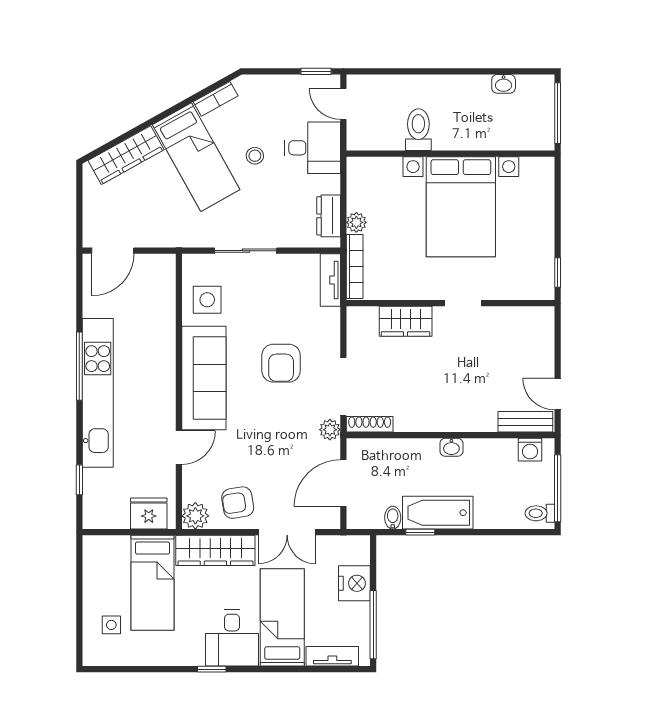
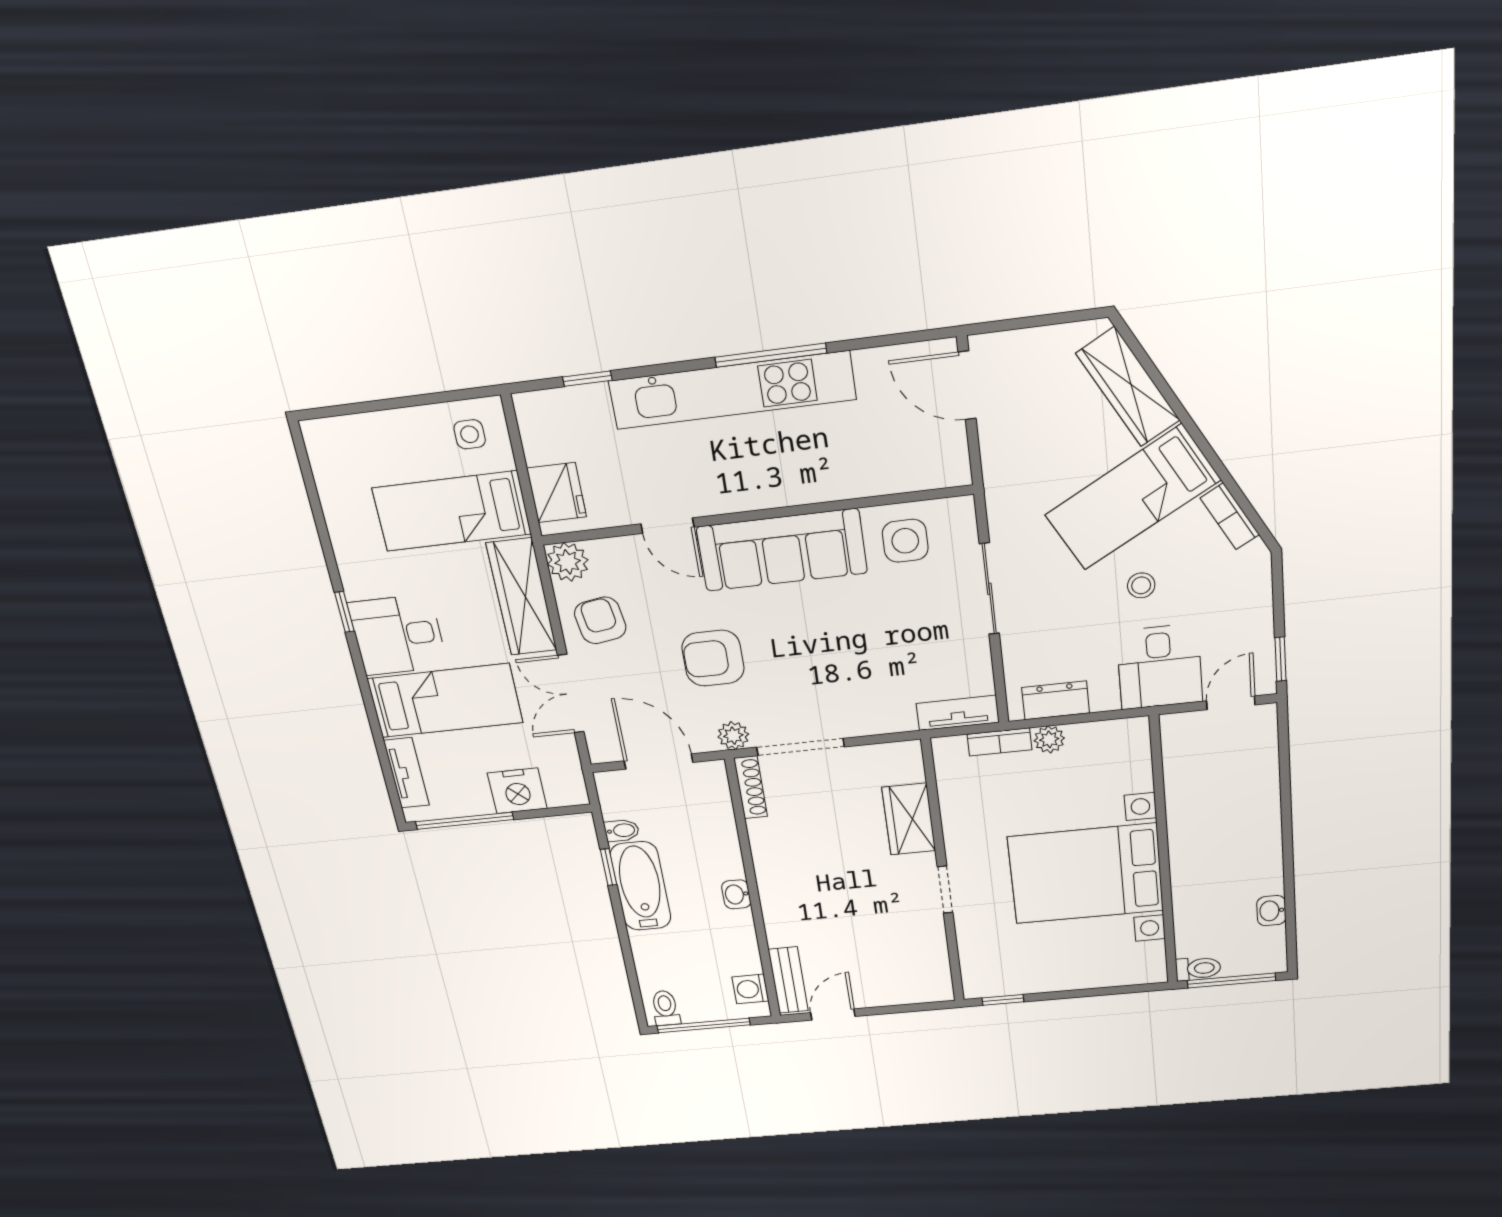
toilet: (418, 130) -> (1198, 968), moved, width x0.73, depth x0.72
bookcase: (355, 267) -> (999, 742), width x0.64
armchair: (281, 363) -> (713, 658), moved
side table: (111, 625) -> (470, 434), moved

